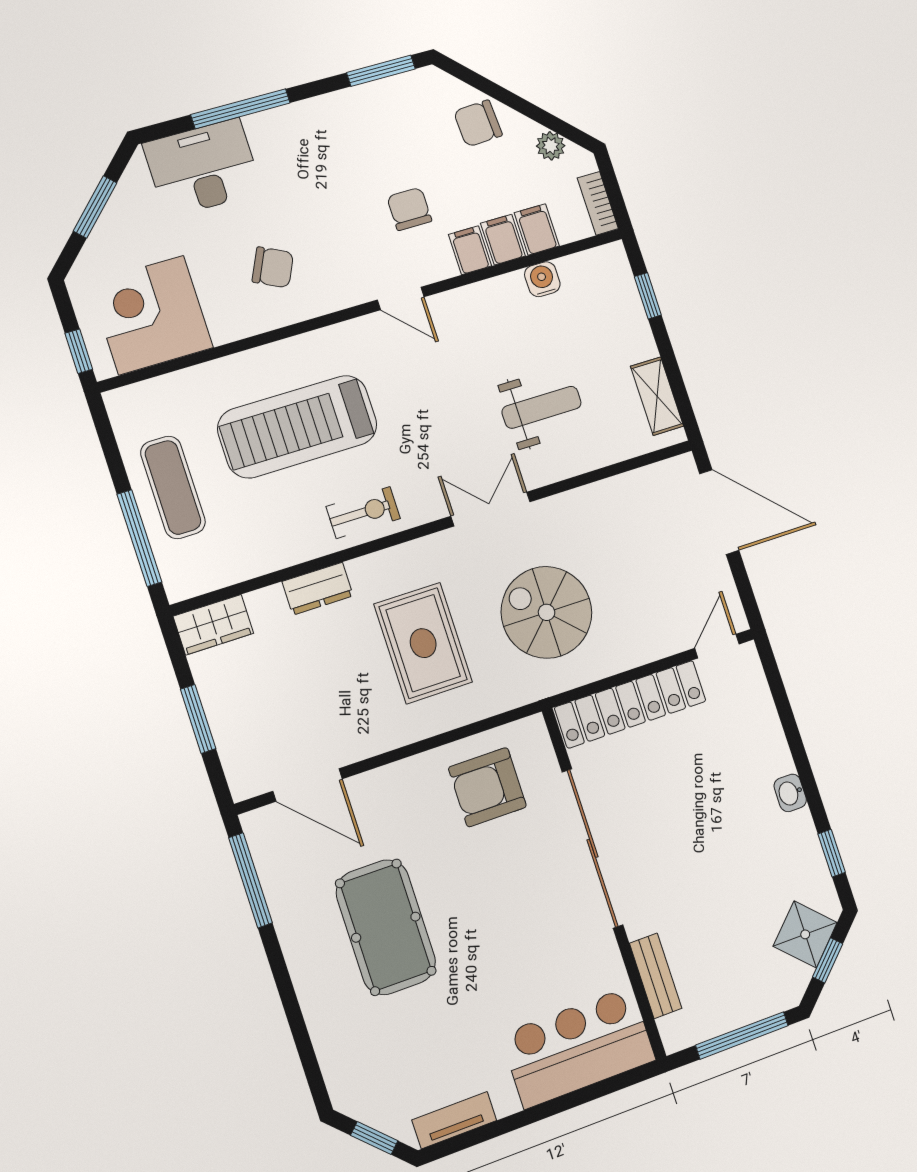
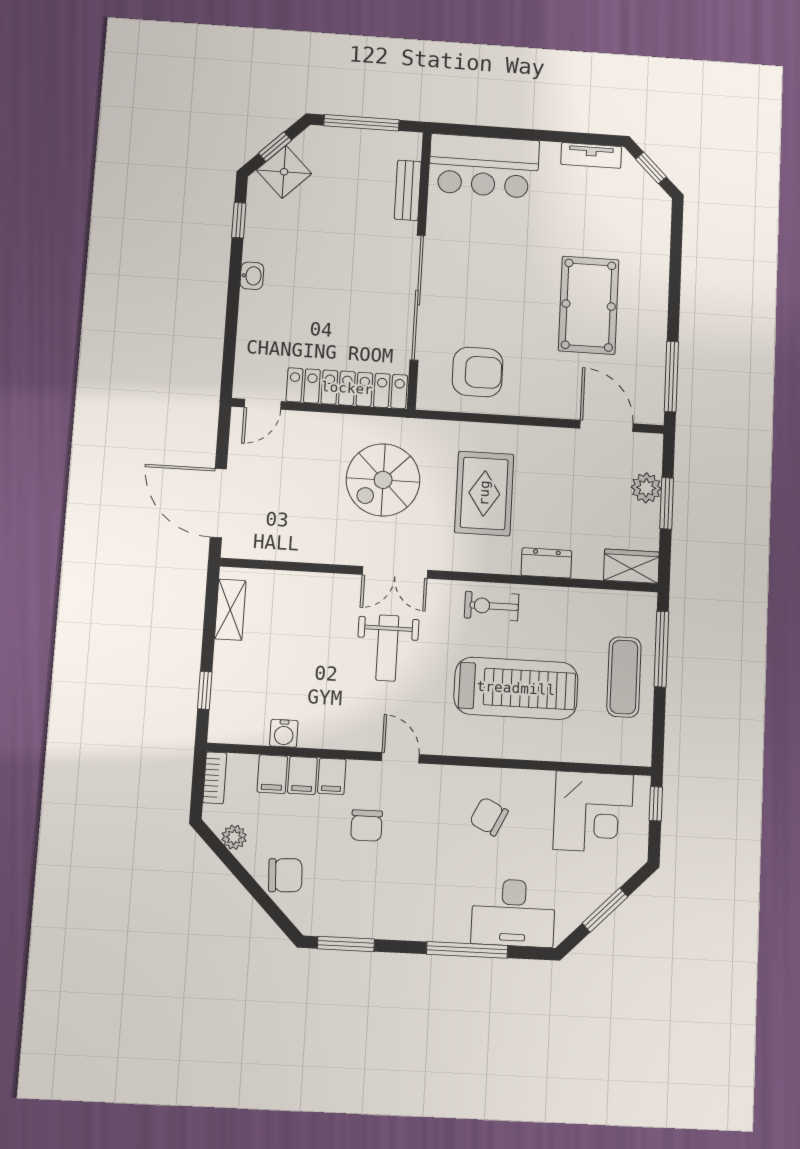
weight bench: (542, 407) -> (387, 648), moved, turned -90
spiral stairs: (547, 612) -> (383, 480), turned 90
plant: (231, 728) -> (646, 488), added

